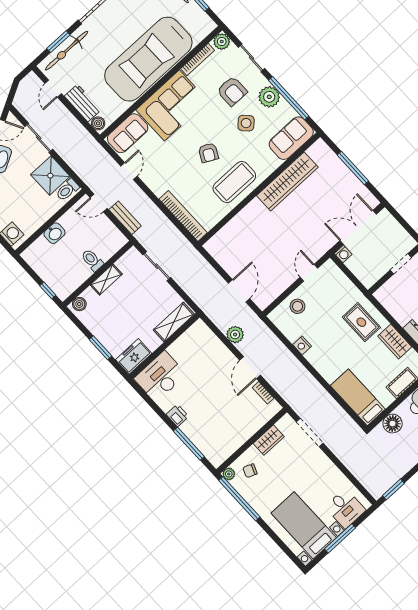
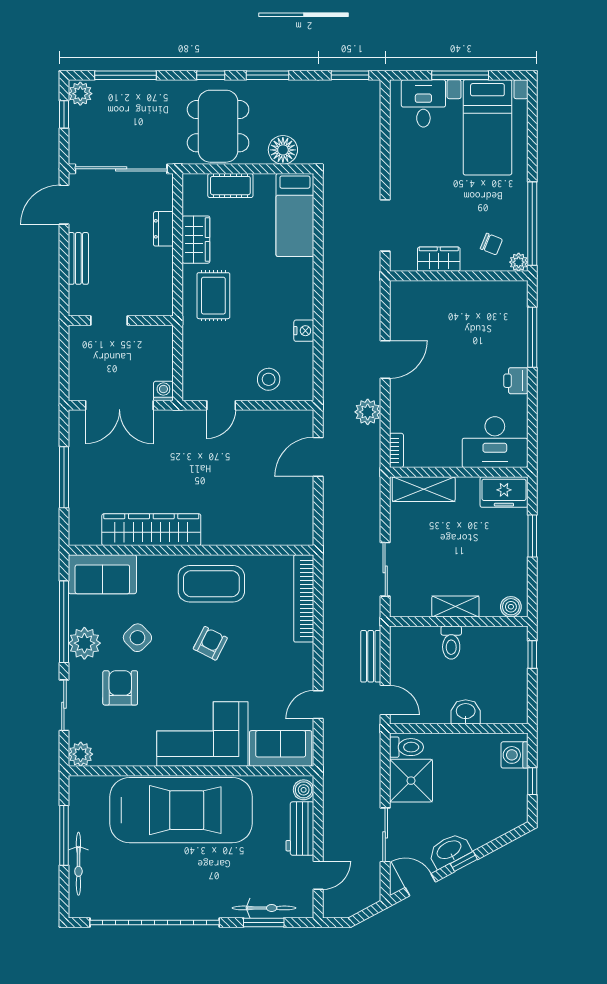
bicycle: (67, 51) -> (264, 908), width x0.73, depth x0.71
bookcase: (197, 60) -> (126, 759), removed
bookcase: (263, 393) -> (396, 450), moved

